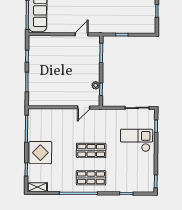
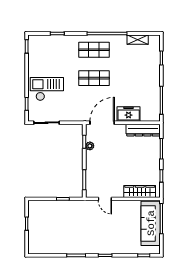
door: (81, 34) -> (105, 199), hinge flipped
wardrobe: (48, 41) -> (140, 191), added
dresser: (44, 100) -> (143, 130), added
door: (84, 108) -> (102, 123), width x1.87
freezer: (58, 116) -> (129, 114), added
checkout: (137, 140) -> (47, 89), turned 180
display table: (40, 153) -> (147, 76), removed
shelving: (37, 187) -> (138, 40), moved

